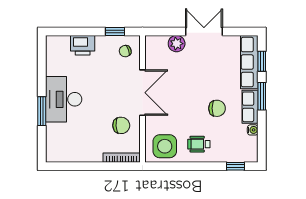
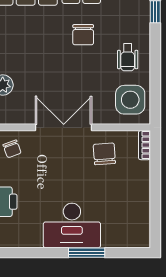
chair: (217, 108) -> (83, 35), turned 180
bookcase: (122, 158) -> (144, 145), width x0.64

